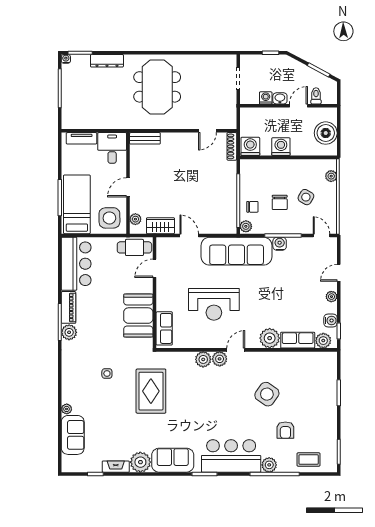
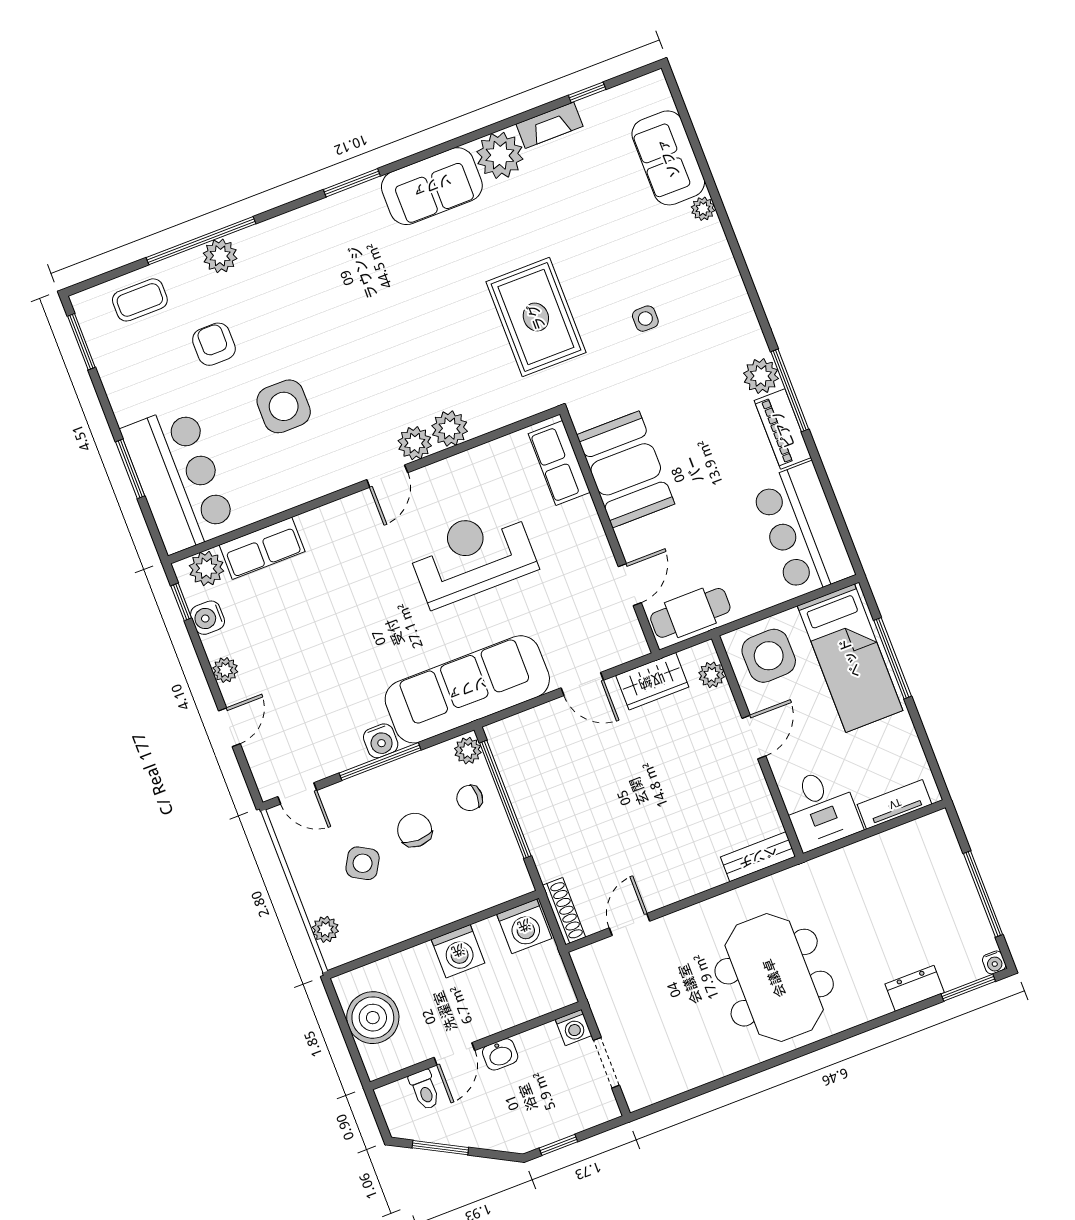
dresser: (107, 61) -> (915, 988), width x0.70
washing machine: (266, 98) -> (574, 1027), moved
plant: (270, 338) -> (324, 529), removed
side table: (267, 394) -> (284, 406), turned -35
bar counter: (231, 456) -> (179, 479), moved, turned -90

